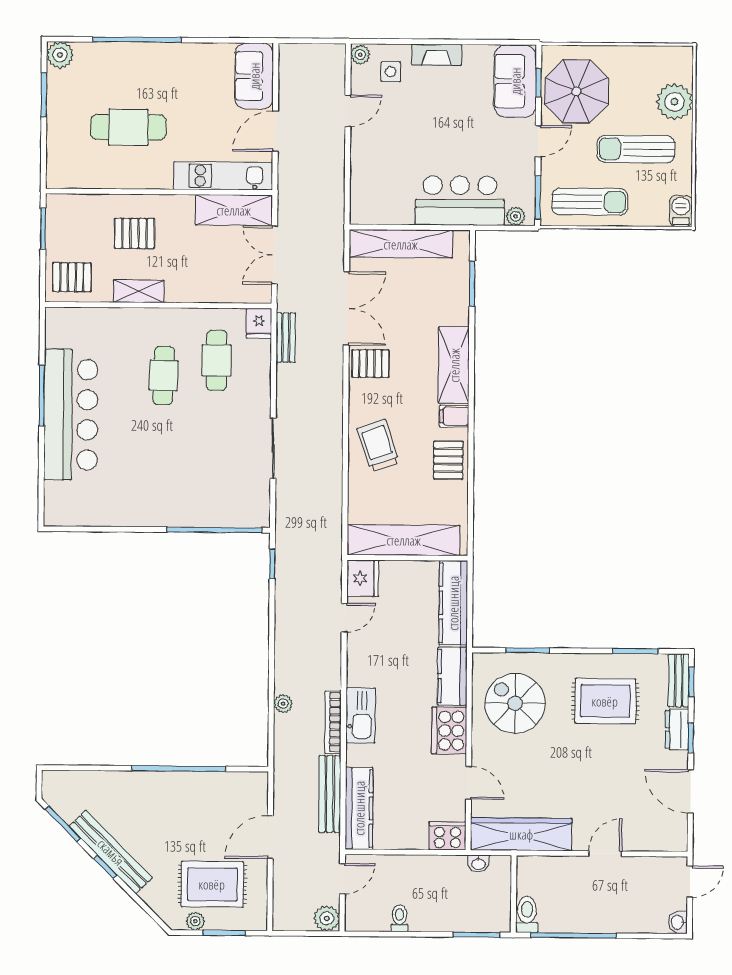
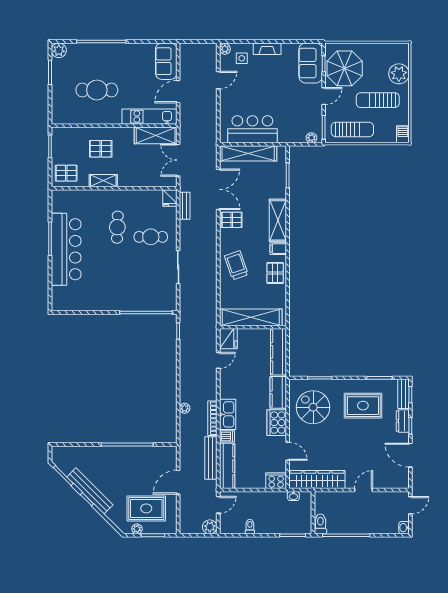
bar counter: (460, 201) -> (252, 129), moved
cafe table: (217, 360) -> (151, 237), moved, turned 90
dishwasher: (359, 755) -> (227, 436), added

